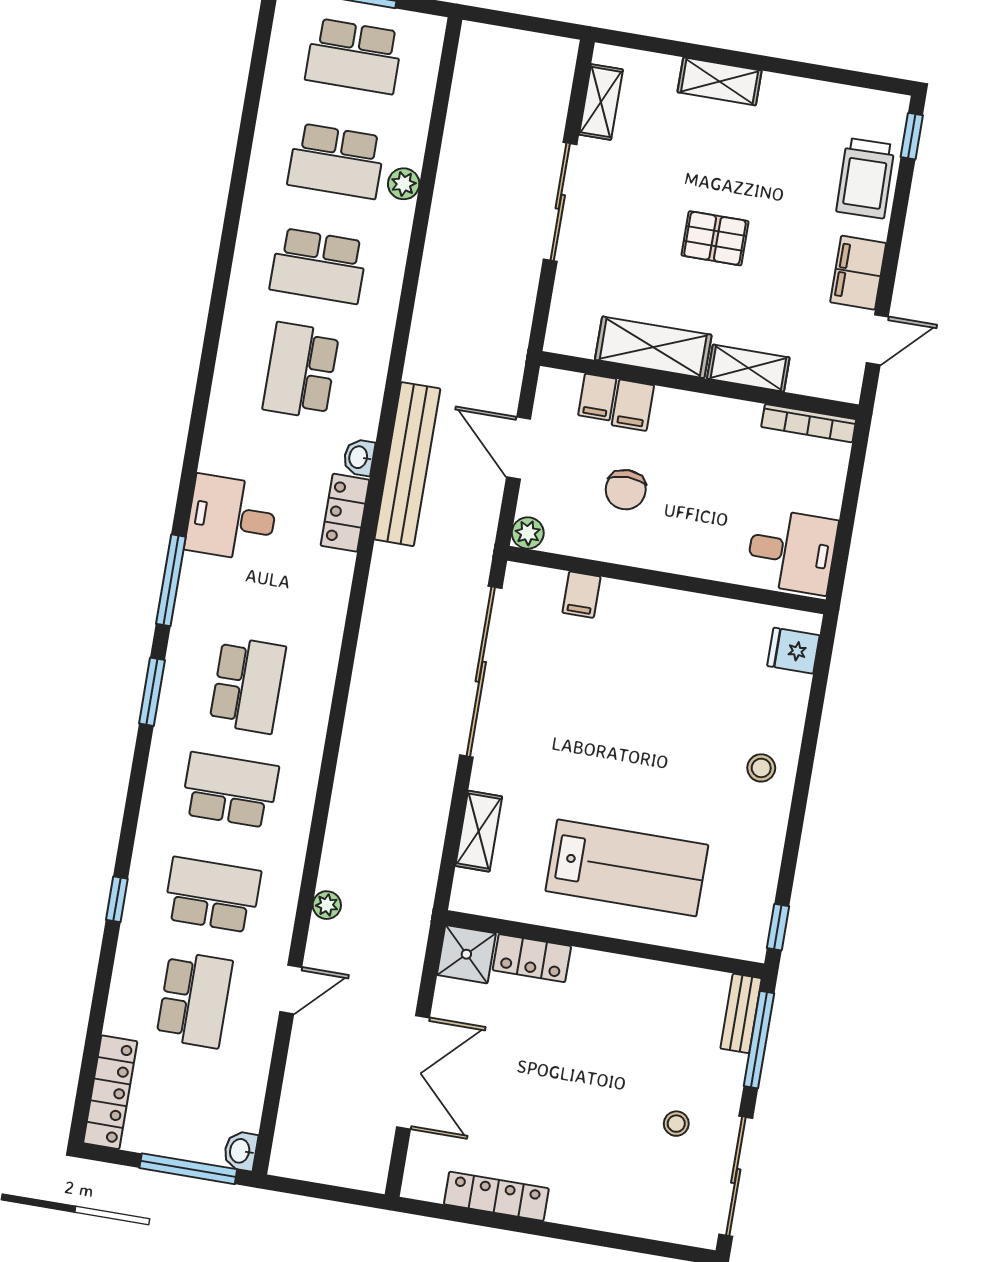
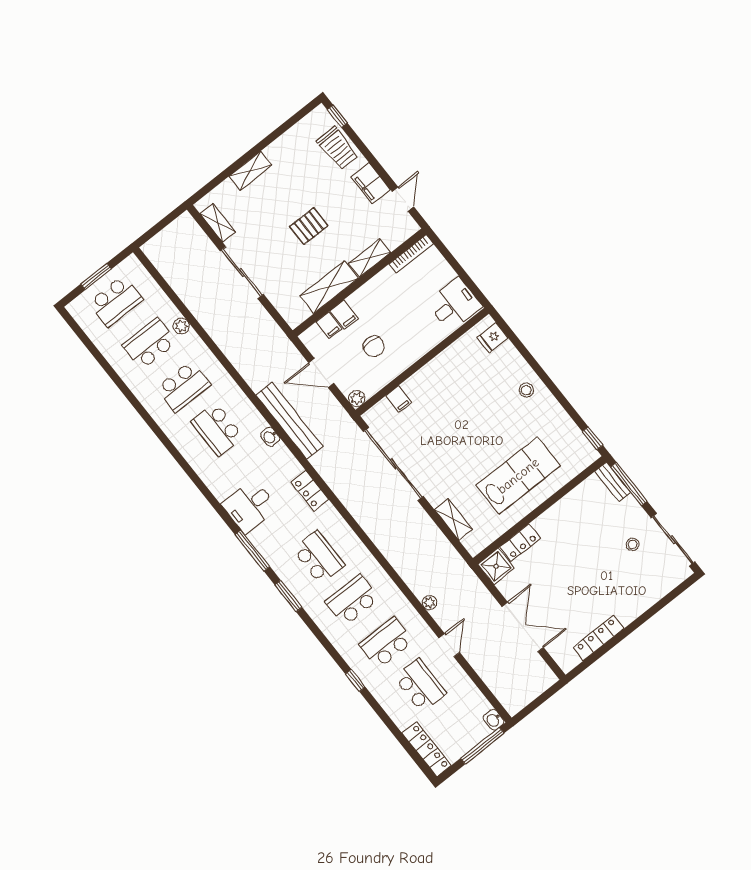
school desk: (336, 161) -> (149, 344), turned 180
locker: (345, 513) -> (310, 491), moved

